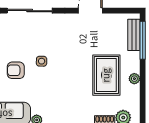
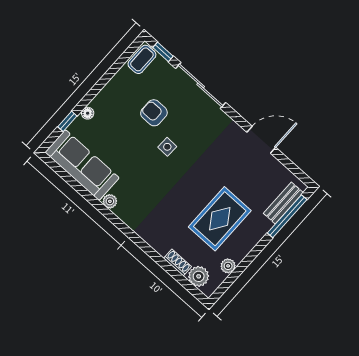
armchair: (16, 70) -> (154, 113), moved
plant: (134, 79) -> (228, 266), moved

